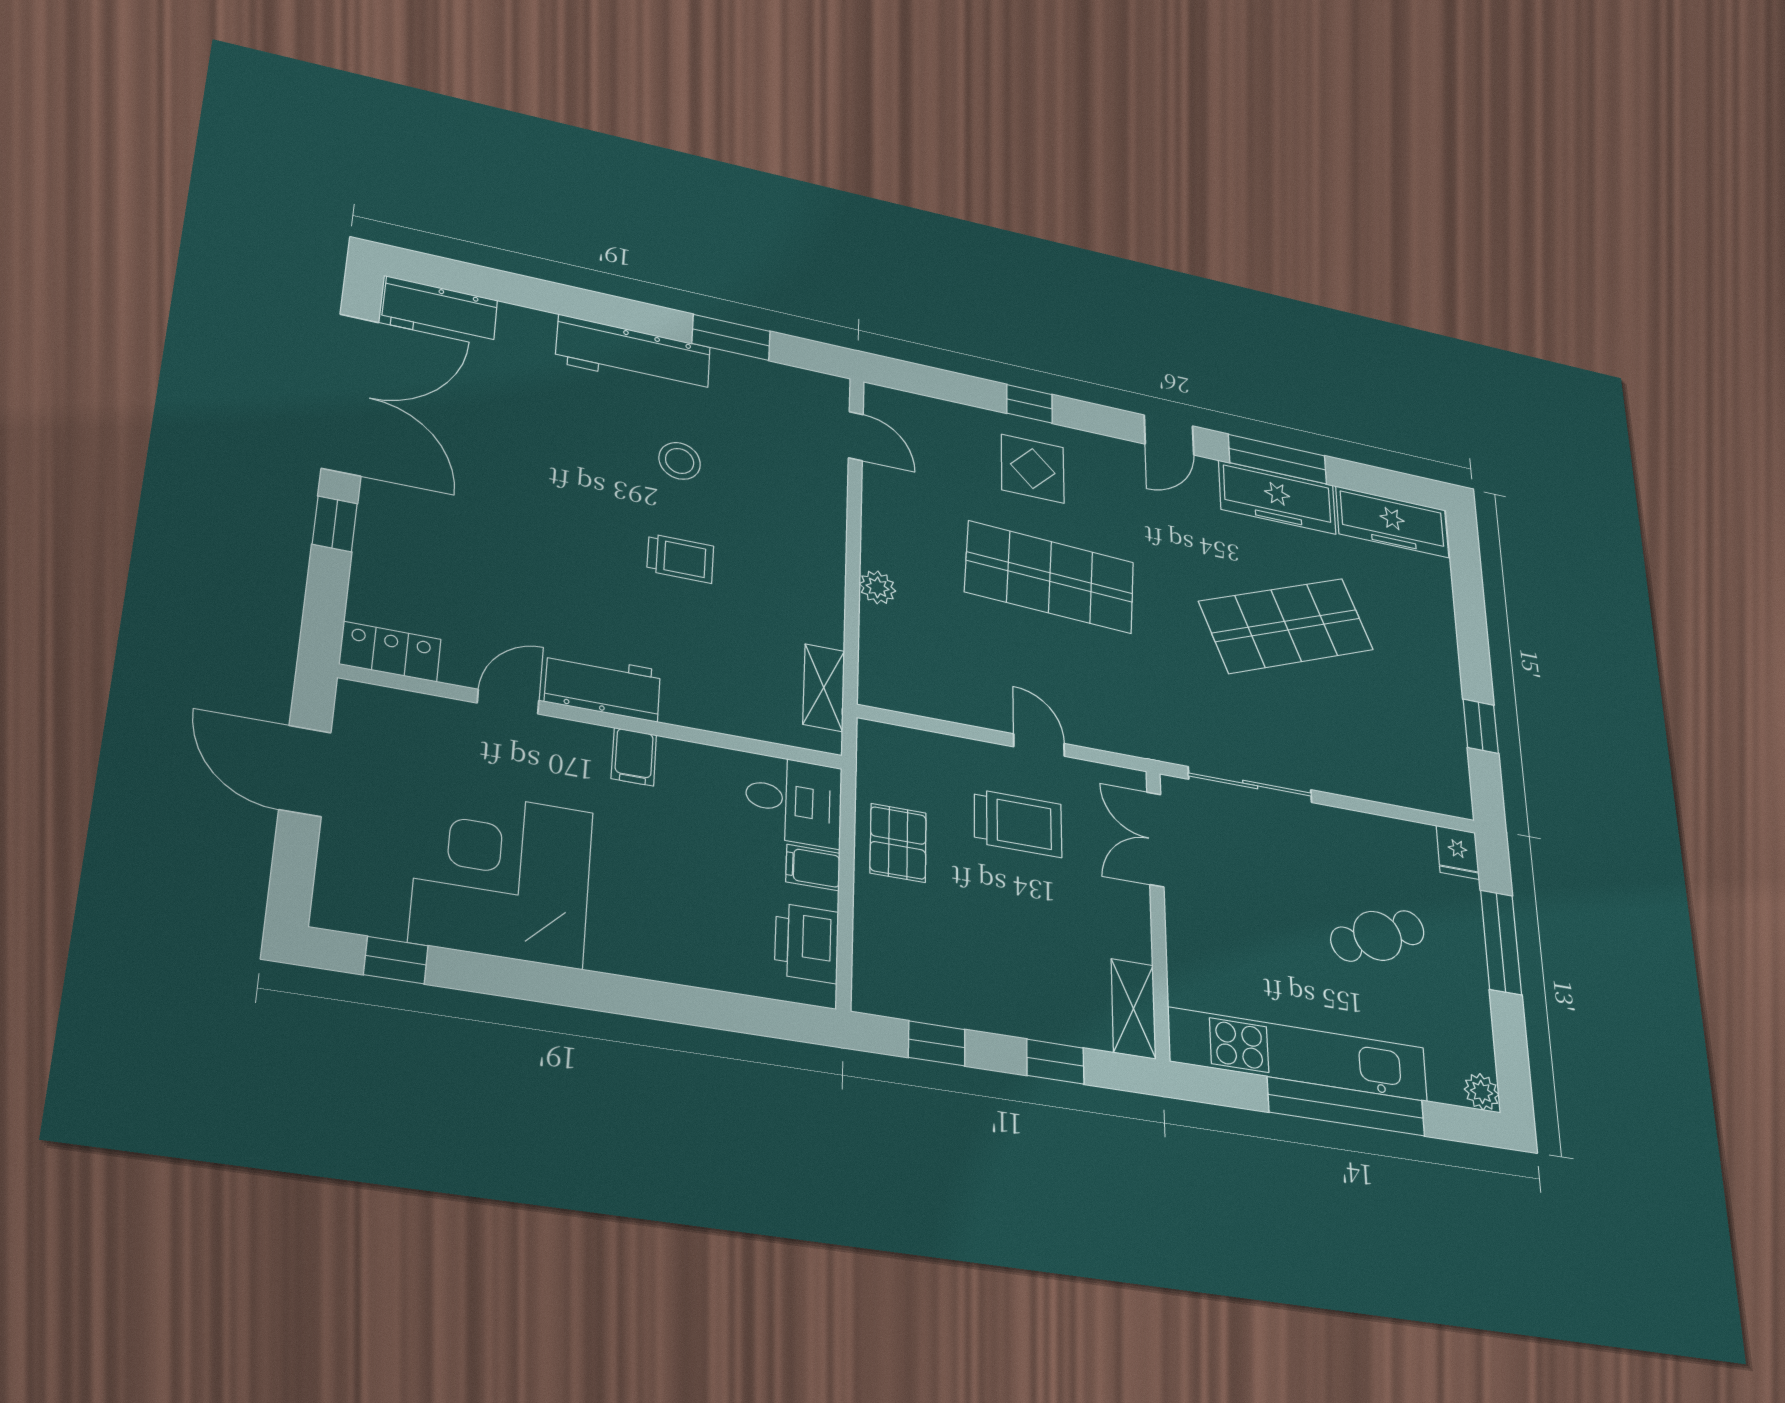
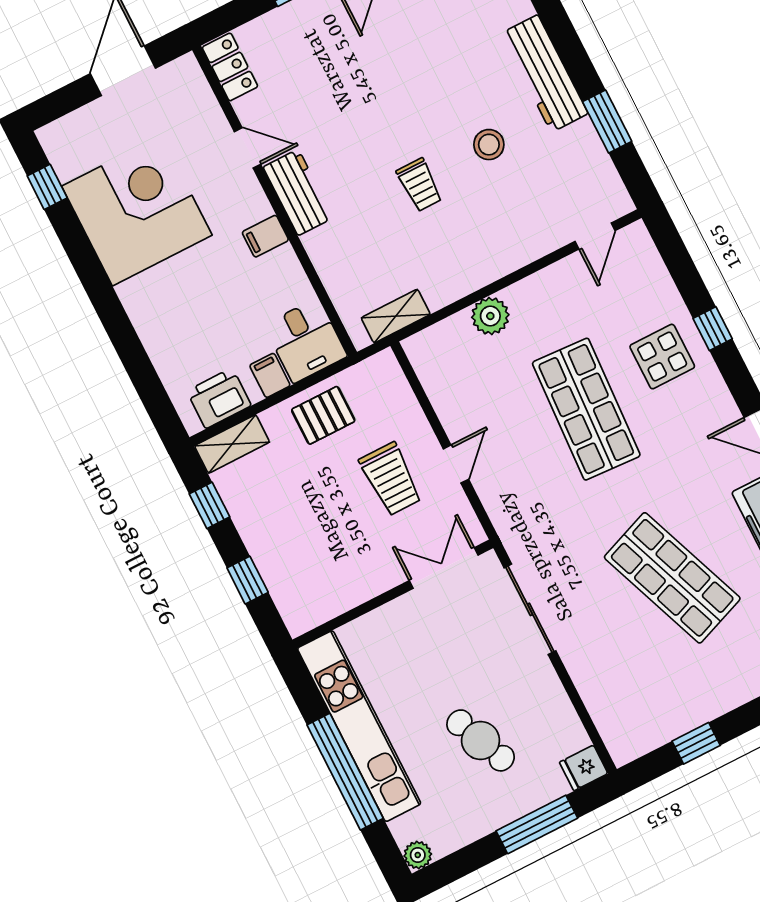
plant: (878, 587) -> (490, 316), width x1.38, depth x1.38
shelving: (1133, 1009) -> (232, 444), moved

